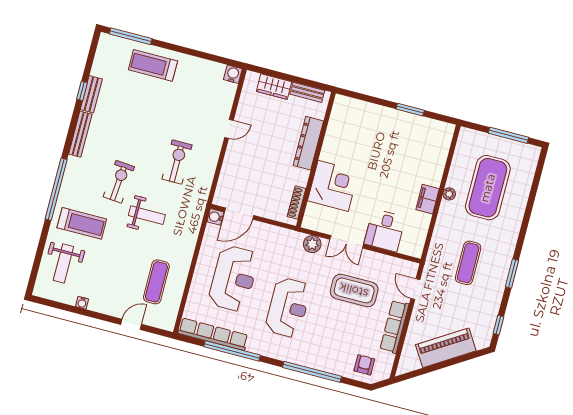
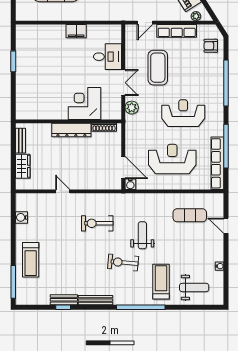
water cooler: (233, 74) -> (22, 217), moved
dresser: (308, 143) -> (71, 130), moved
plant: (449, 194) -> (196, 16), moved

